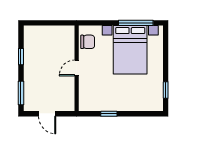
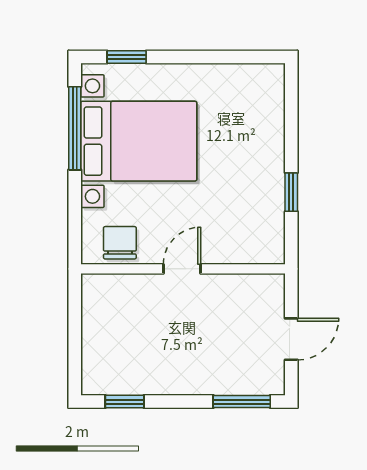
window: (21, 57) -> (125, 402), moved
door: (77, 68) -> (182, 269), swing flipped
window: (166, 90) -> (127, 57), moved

